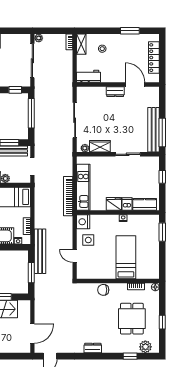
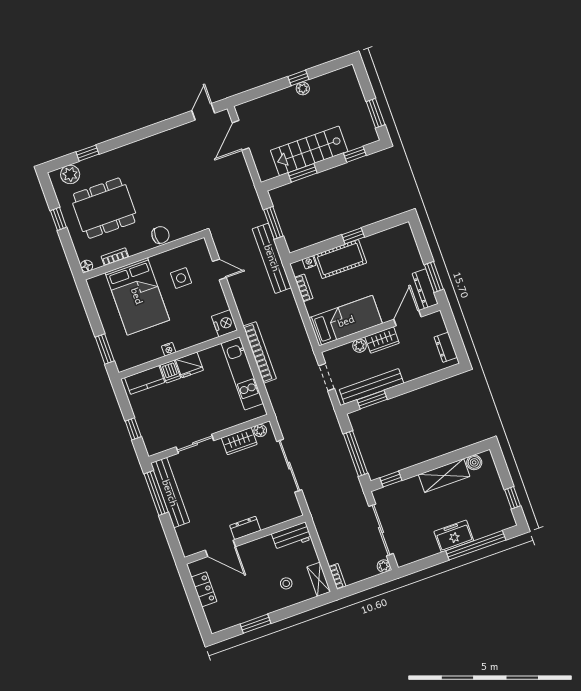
locker: (154, 58) -> (204, 589), width x0.66
side table: (88, 240) -> (181, 278), moved
bed: (126, 257) -> (137, 296), width x1.50
dining table: (132, 319) -> (104, 208), width x1.38
dresser: (93, 348) -> (146, 145), removed

